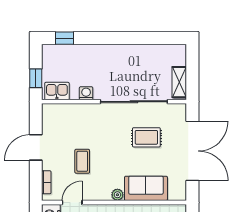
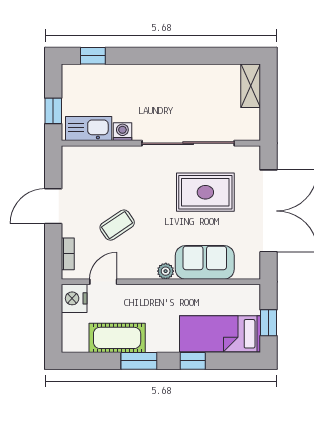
shelving: (179, 82) -> (251, 86), moved
kitchen sink: (57, 91) -> (89, 129), width x1.38
rug: (146, 137) -> (205, 192), width x1.36, depth x1.43
coffee table: (82, 161) -> (117, 225), turned 56

